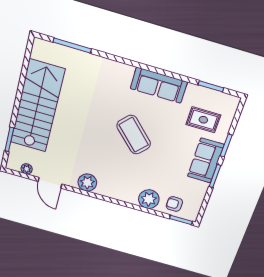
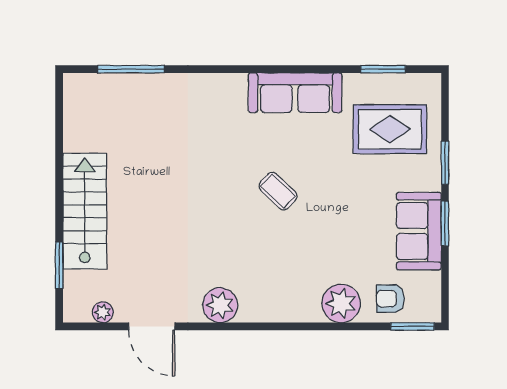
stairs: (37, 106) -> (85, 211), width x0.73, depth x0.66
rug: (203, 120) -> (390, 129), width x1.36, depth x1.43
coffee table: (134, 135) -> (278, 191), width x0.54, depth x0.58
sofa: (206, 161) -> (419, 231), moved

